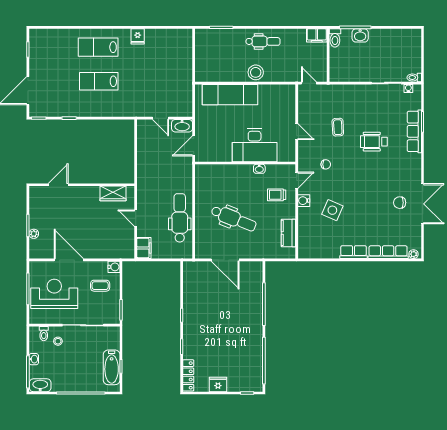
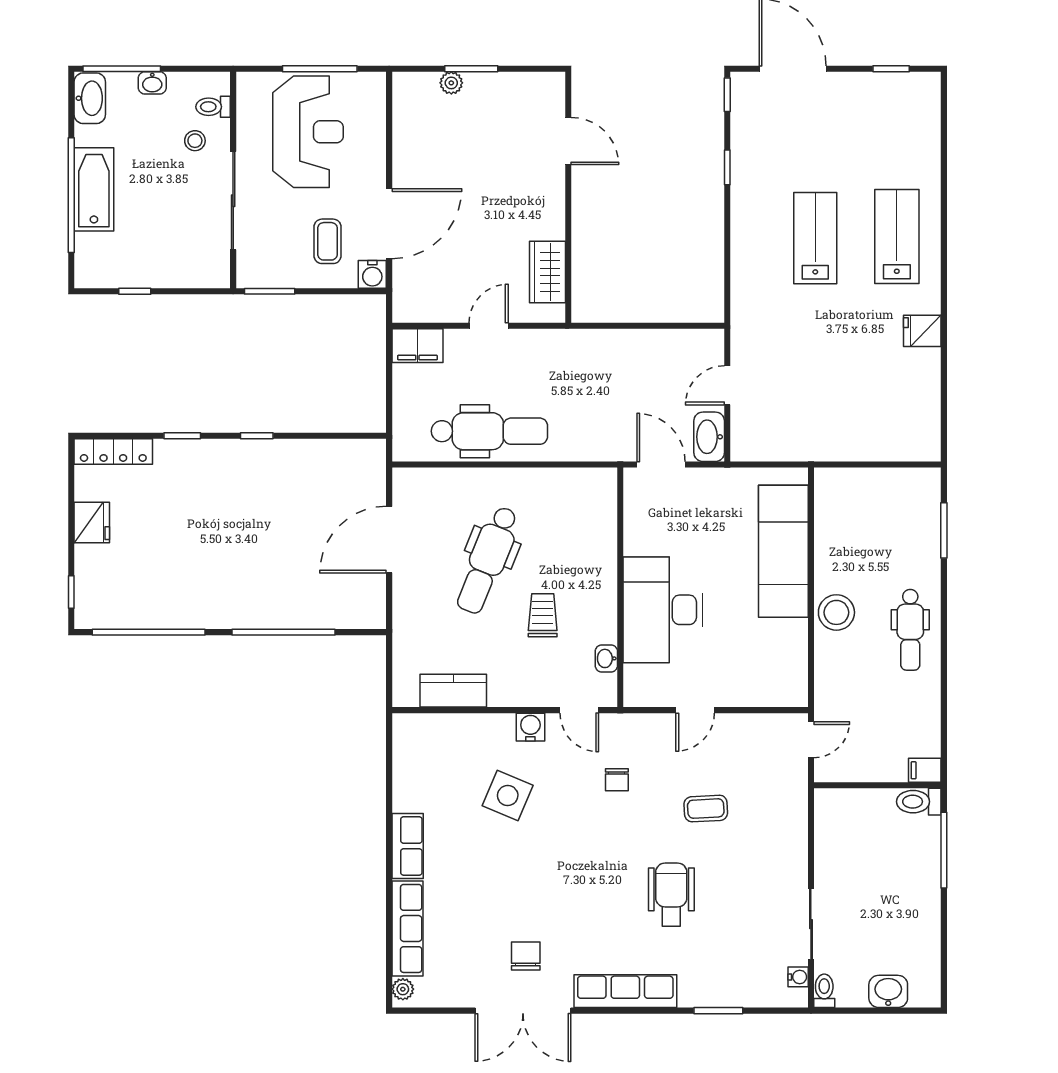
filing cabinet: (317, 35) -> (925, 770), width x0.50
washbasin: (360, 35) -> (888, 991), moved, turned 90
row of seats: (414, 131) -> (625, 991), moved
washbasin: (259, 169) -> (606, 658), moved
trolley: (277, 195) -> (543, 615), moved
door: (69, 260) -> (389, 224), moved
bathtub: (112, 367) -> (94, 189), moved, turned 90

